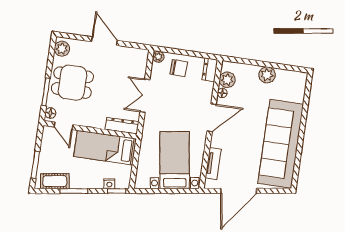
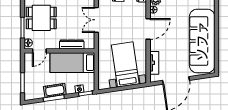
door: (64, 126) -> (39, 51), hinge flipped
dresser: (122, 126) -> (72, 45), moved
cot: (55, 181) -> (55, 90), moved

